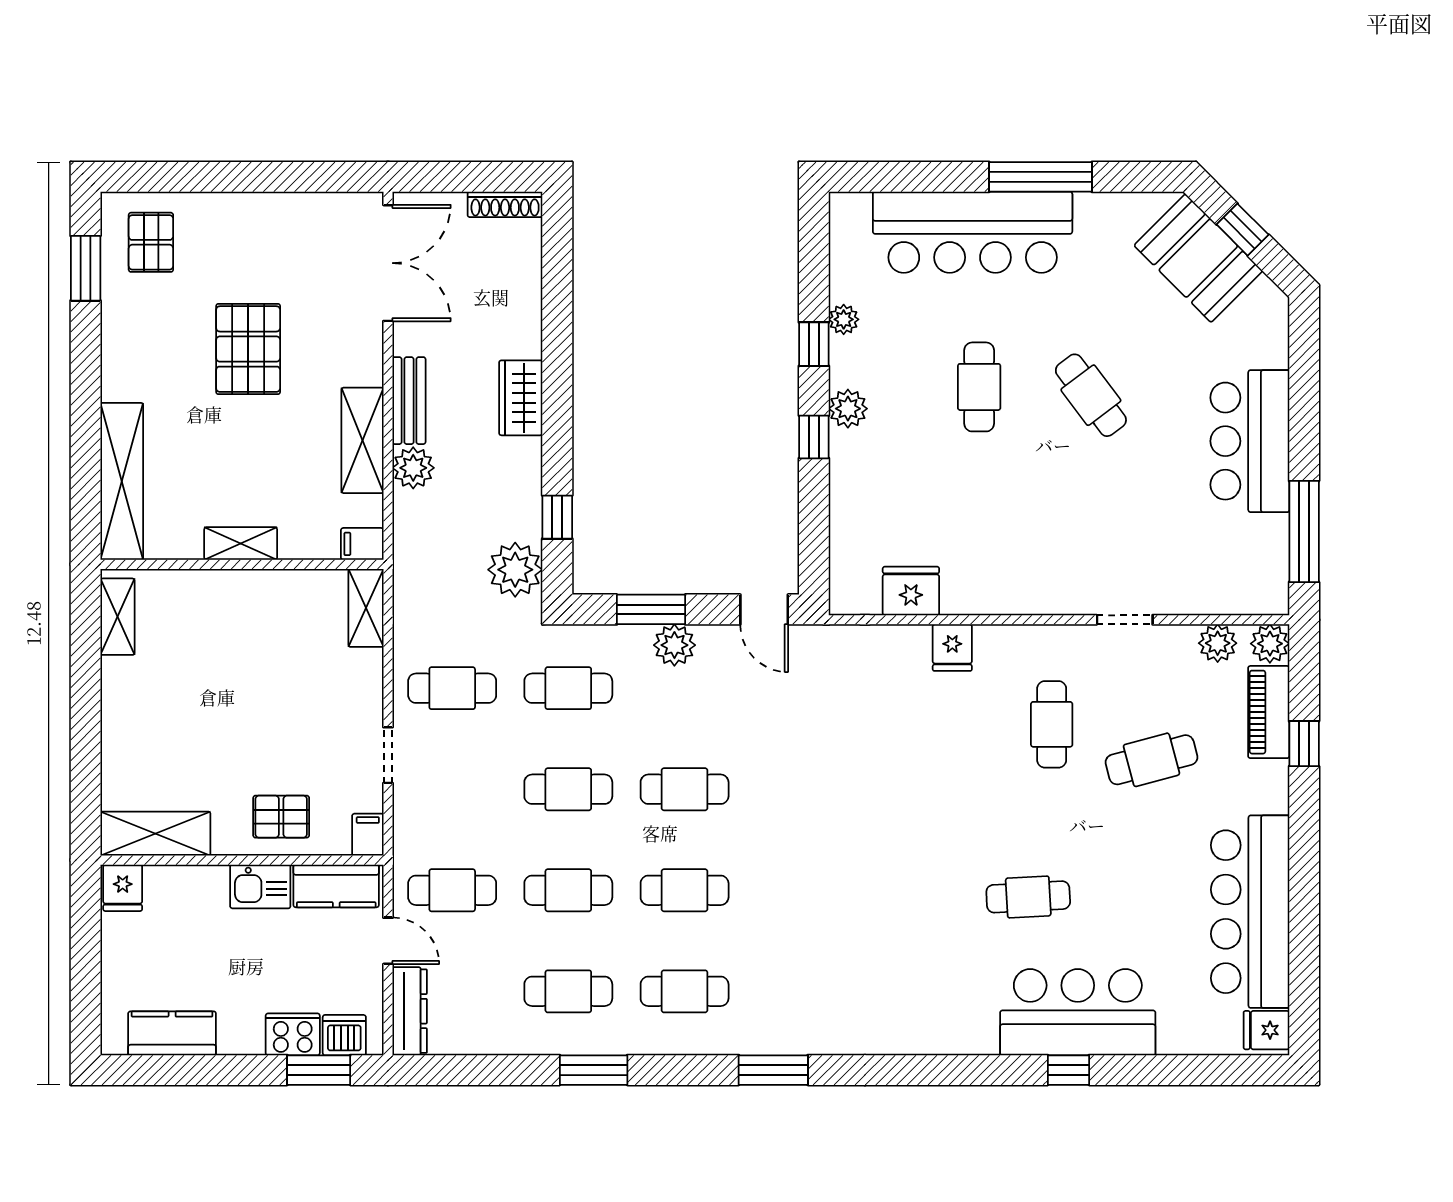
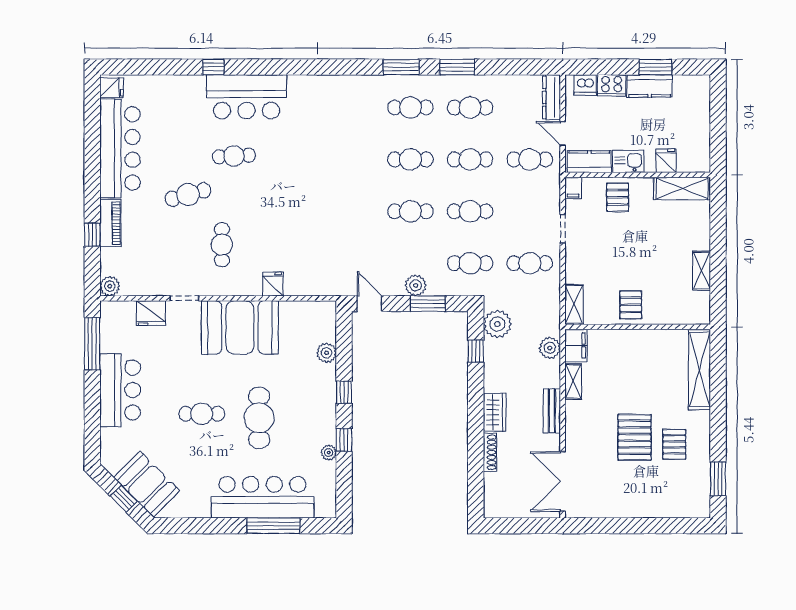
window: (1041, 177) -> (273, 526), moved
shoe rack: (505, 204) -> (490, 452), moved, turned 90
pallet: (151, 242) -> (674, 444), moved
cafe table: (979, 387) -> (259, 418), width x1.37, depth x1.35
cafe table: (1091, 395) -> (202, 414), turned -53
plant: (848, 409) -> (326, 353), moved
shelving: (362, 440) -> (573, 381), width x0.67, depth x0.75
plant: (413, 468) -> (550, 348), moved
shelving: (241, 544) -> (638, 337), removed
filing cabinet: (362, 544) -> (576, 345), width x2.00
booth: (1017, 563) -> (240, 327), added
fridge: (911, 591) -> (151, 313), moved
pallet: (255, 607) -> (631, 305), added
shelving: (118, 617) -> (702, 271), moved
plant: (1218, 643) -> (137, 286), removed
piano: (1269, 712) -> (110, 223), moved
cafe table: (1151, 760) -> (188, 195), moved
pallet: (281, 817) -> (618, 197), turned 90
fridge: (123, 888) -> (666, 161), moved
bar counter: (1078, 1012) -> (247, 97), moved
kitchen counter: (172, 1033) -> (650, 86), moved
window: (319, 1070) -> (655, 67), moved
window: (773, 1070) -> (401, 67), moved

